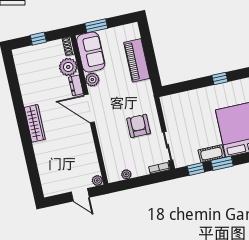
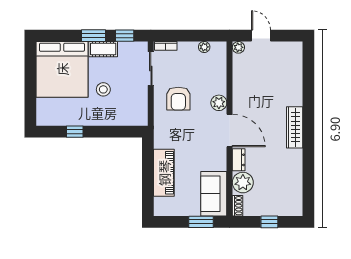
plant: (92, 80) -> (219, 103), moved
stool: (204, 120) -> (103, 89), added

